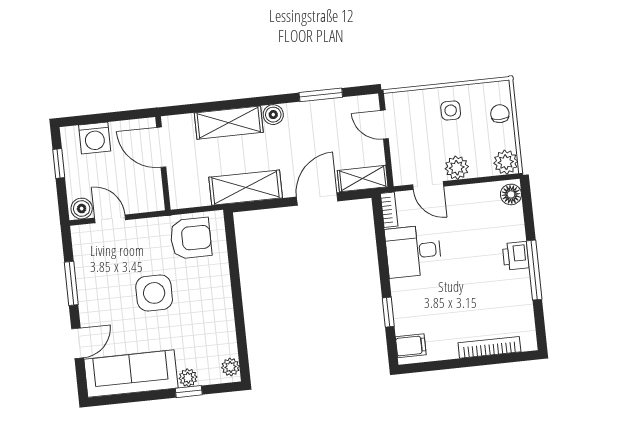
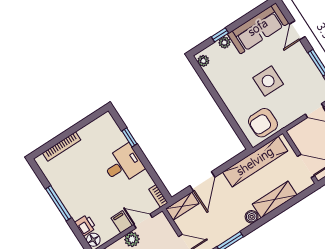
shelving: (246, 188) -> (255, 162), width x1.47
desk: (413, 251) -> (123, 165), moved
printer: (516, 256) -> (85, 225), moved
filing cabinet: (411, 346) -> (122, 222), moved, turned 90

